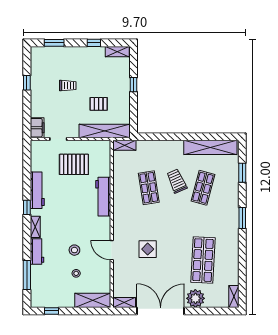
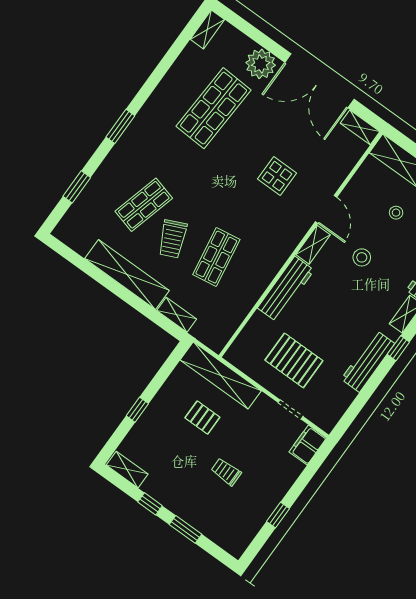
window: (54, 43) -> (185, 529), moved
shelving: (125, 145) -> (177, 315), moved
shelving: (210, 147) -> (127, 275), moved
shelving: (106, 228) -> (313, 245), added
stool: (74, 250) -> (362, 257), moved

